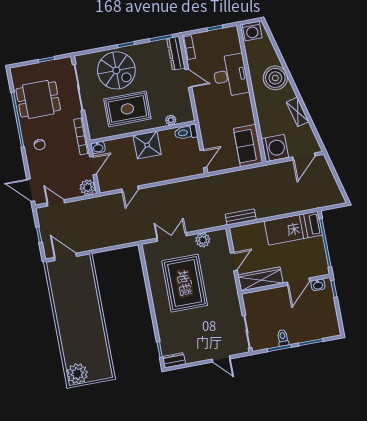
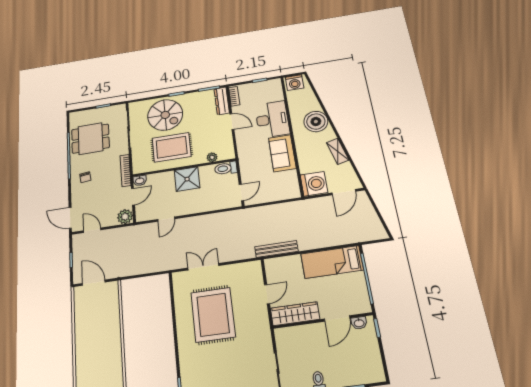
sofa: (248, 146) -> (282, 153), moved
bench: (241, 217) -> (276, 249), width x1.36
plant: (203, 240) -> (235, 271), removed

